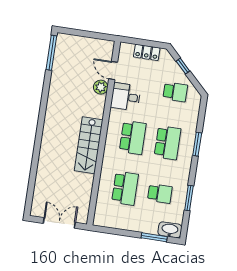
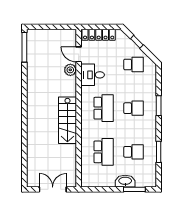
locker: (147, 52) -> (99, 35), width x1.53
school desk: (168, 143) -> (134, 108), width x0.54
washbasin: (170, 230) -> (125, 181), moved

